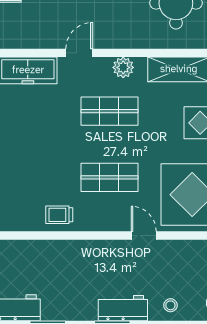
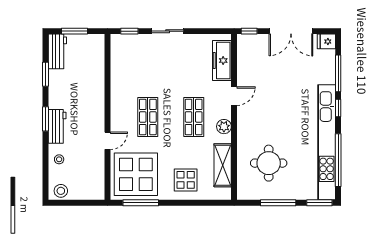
door: (79, 53) -> (234, 96), hinge flipped
trolley: (59, 215) -> (122, 82), removed

